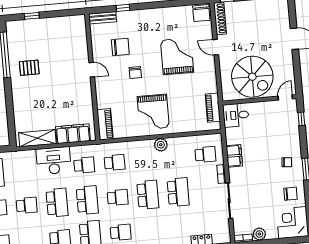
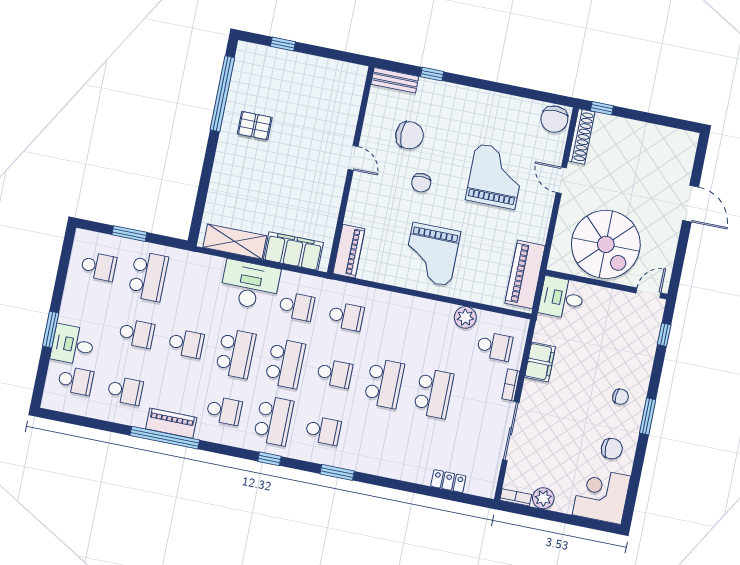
piano: (213, 108) -> (525, 274), width x1.37, depth x1.33
plant: (161, 145) -> (465, 317), moved

